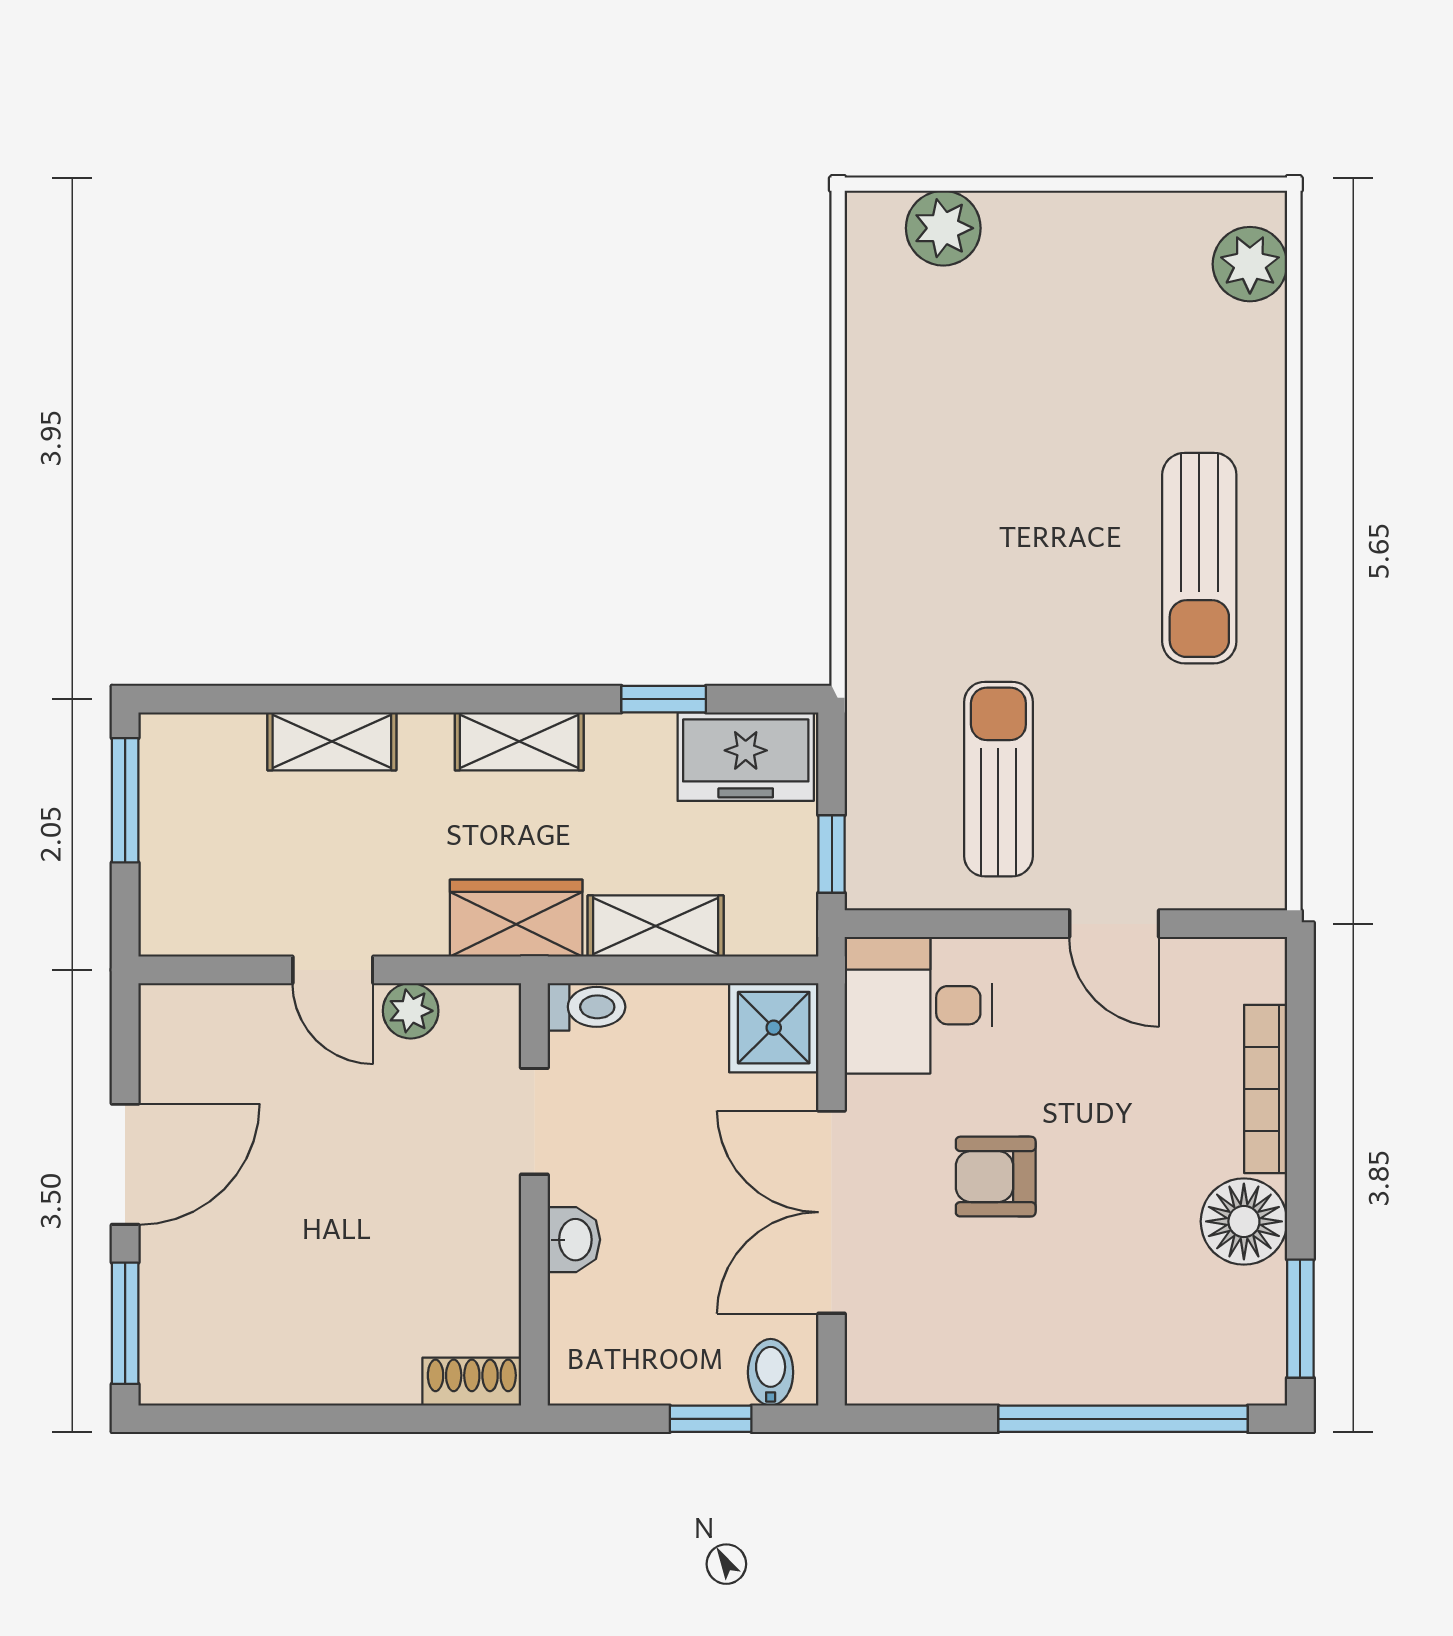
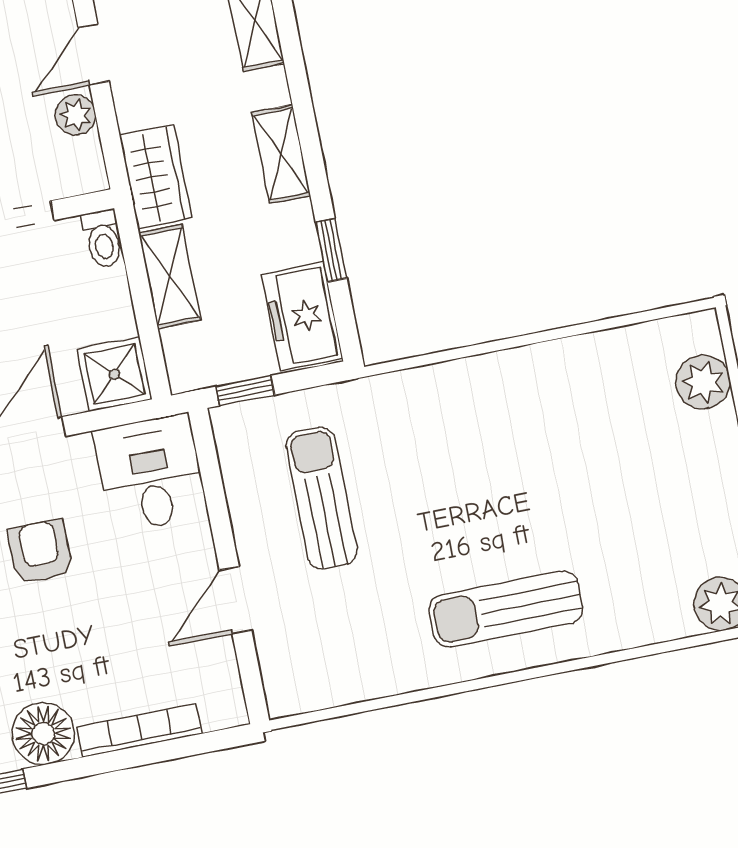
sun lounger: (998, 779) -> (322, 498), turned -90

